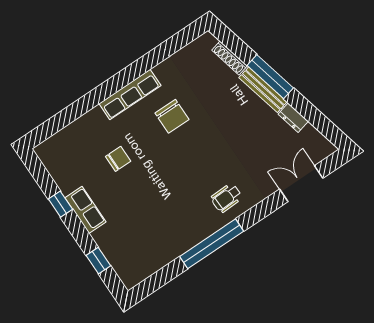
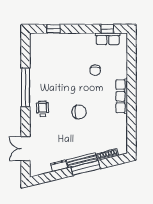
chair: (172, 116) -> (79, 112), moved, turned 180
double door: (301, 184) -> (25, 149), swing flipped
window: (60, 204) -> (107, 29), moved
row of seats: (85, 210) -> (108, 39), moved

